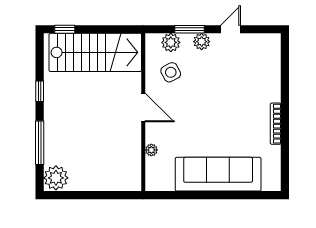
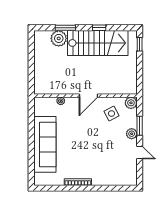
plant: (171, 42) -> (131, 103), moved
stairs: (95, 52) -> (98, 43), moved, turned -90
window: (40, 143) -> (65, 28), width x0.69
plant: (56, 178) -> (59, 38), moved

